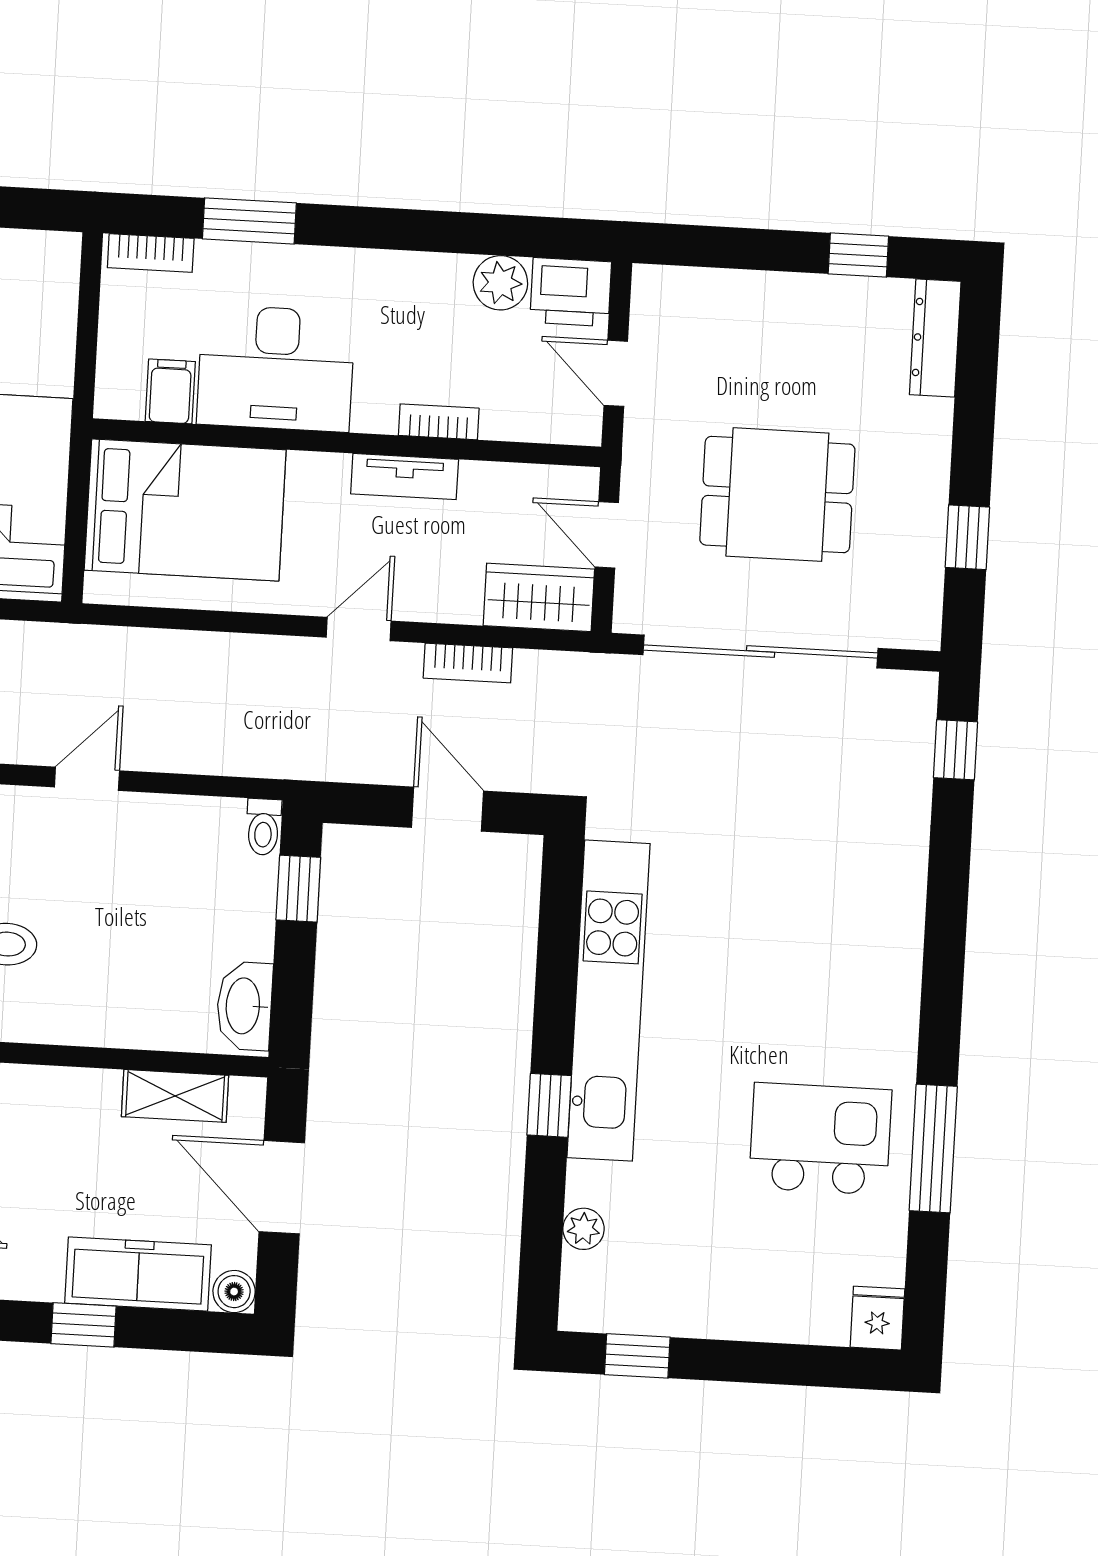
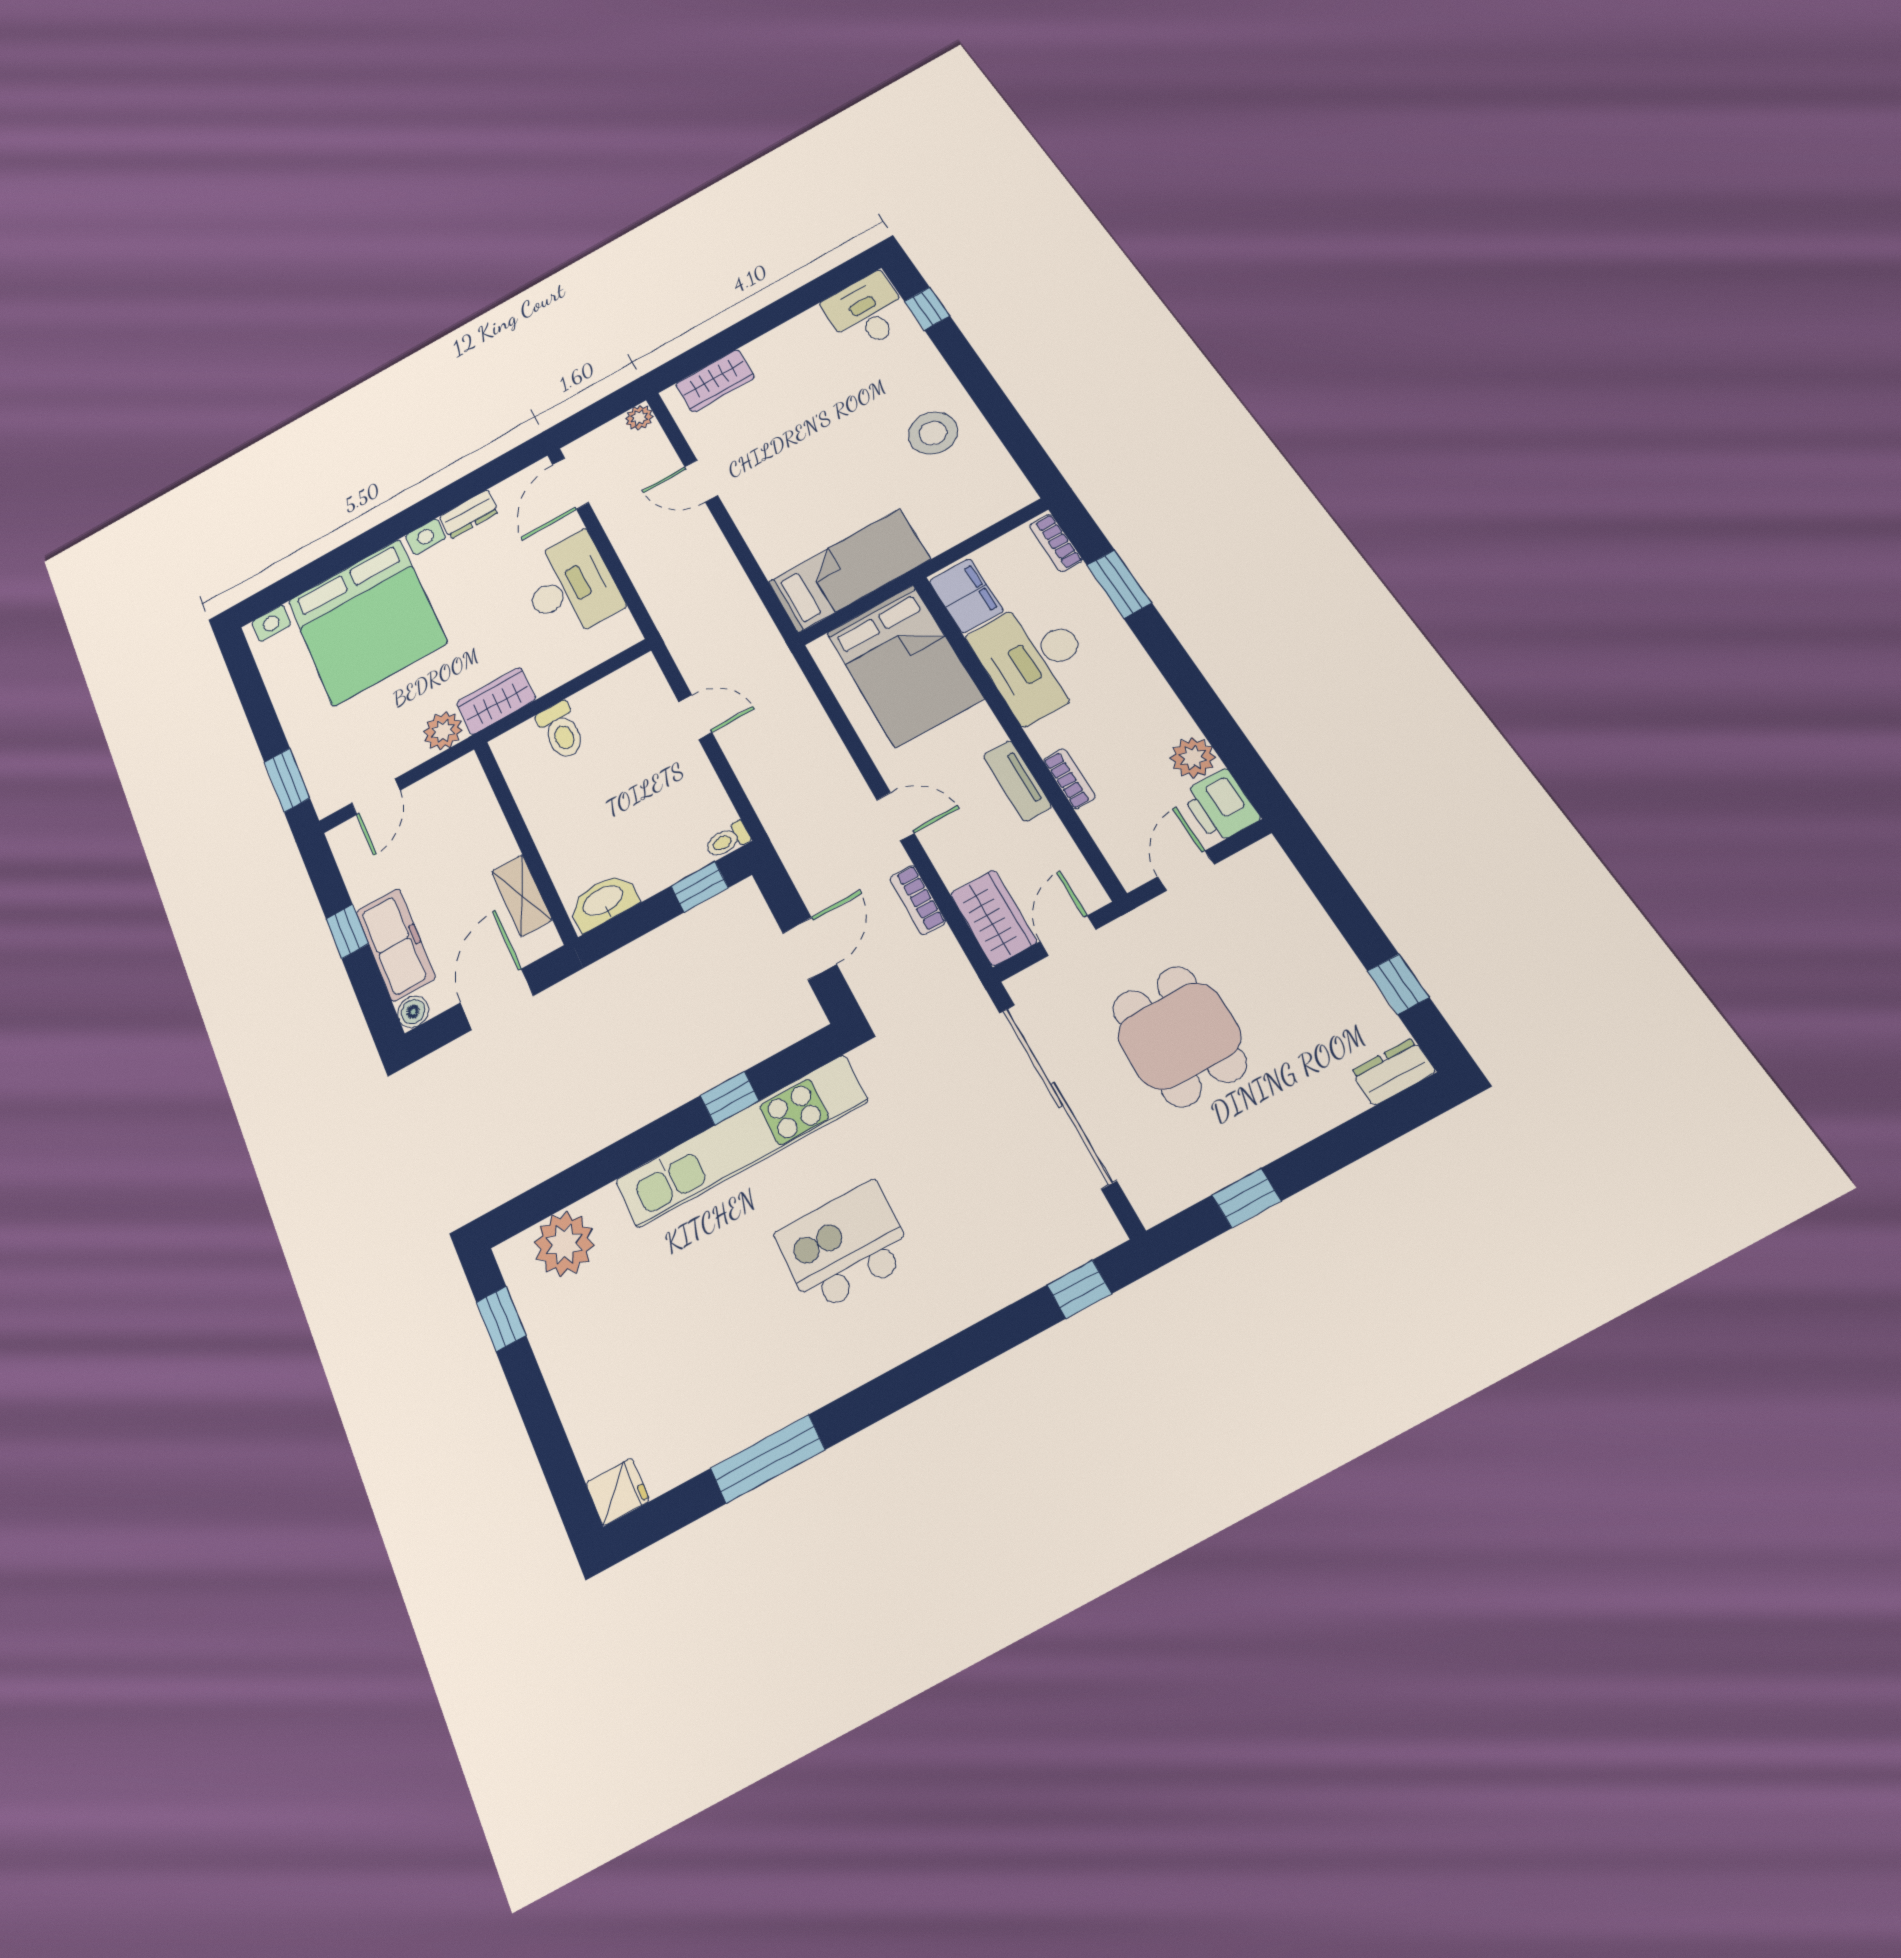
dresser: (935, 338) -> (1393, 1072), width x0.70
filing cabinet: (170, 391) -> (966, 596), width x2.00
window: (549, 1105) -> (730, 1098), moved
kitchen island: (820, 1139) -> (844, 1246), moved, turned -90
plant: (583, 1229) -> (564, 1244), width x1.87, depth x1.87

